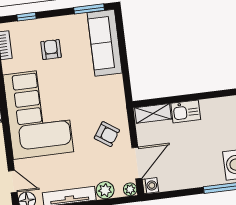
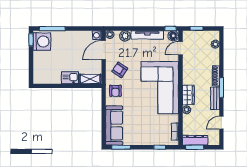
armchair: (51, 49) -> (115, 91), moved
door: (13, 182) -> (180, 48), hinge flipped

